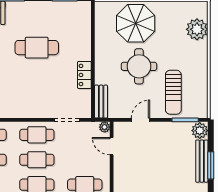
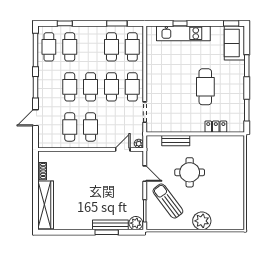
parasol: (136, 23) -> (226, 170), removed
plant: (197, 29) -> (202, 221), moved
locker: (84, 75) -> (216, 127), moved
sun lounger: (173, 92) -> (168, 201), turned 53
bench: (101, 102) -> (176, 141), moved

